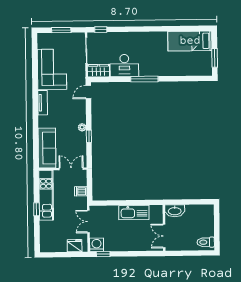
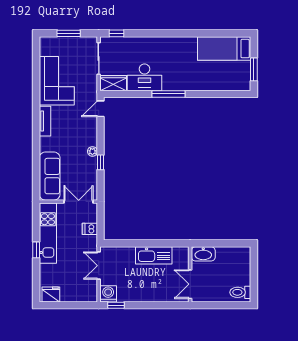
fridge: (75, 246) -> (51, 295), moved

